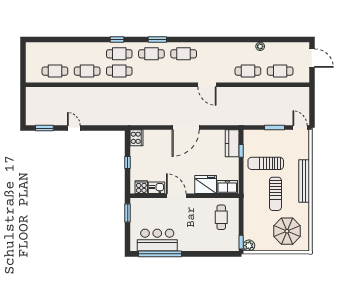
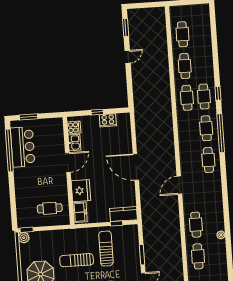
window: (157, 39) -> (221, 133), width x2.11
cooker: (136, 138) -> (108, 120), moved
window: (128, 213) -> (29, 117), moved

